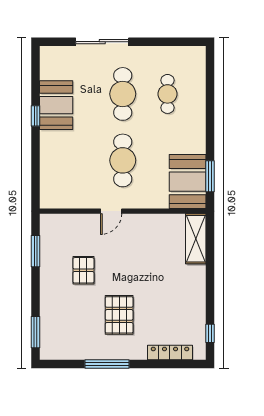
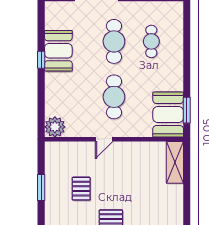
plant: (52, 196) -> (55, 127), added
window: (36, 251) -> (41, 188), moved

